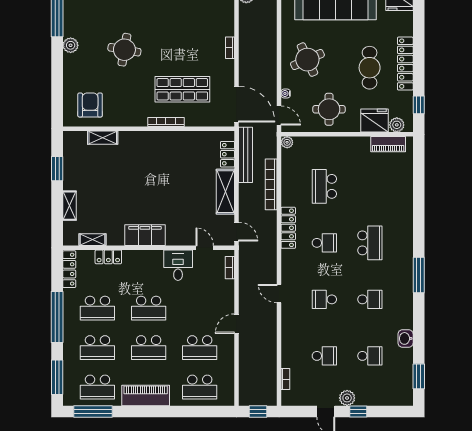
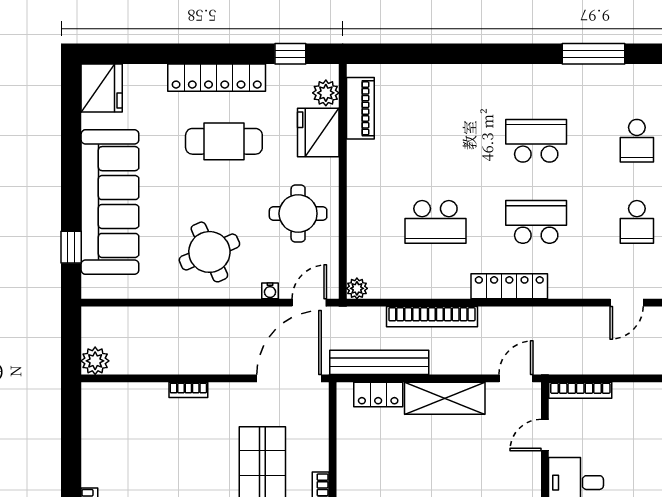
school desk: (324, 243) -> (536, 222), width x1.85
bookcase: (230, 268) -> (580, 390), width x1.56
school desk: (370, 299) -> (637, 141), turned 180

